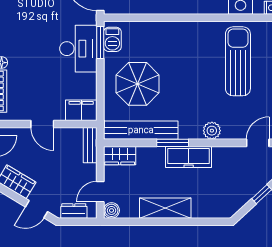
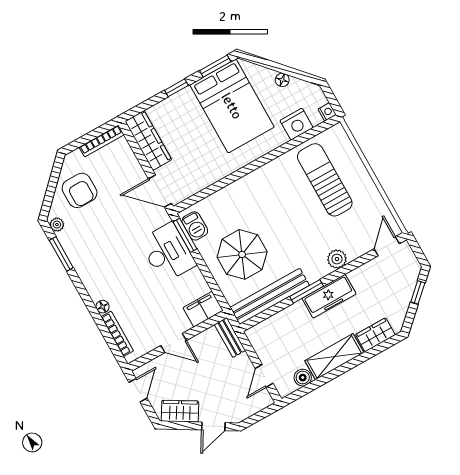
wardrobe: (120, 156) -> (375, 335), moved, turned 180
boiler: (111, 210) -> (303, 378), moved
dresser: (74, 211) -> (250, 408), removed

